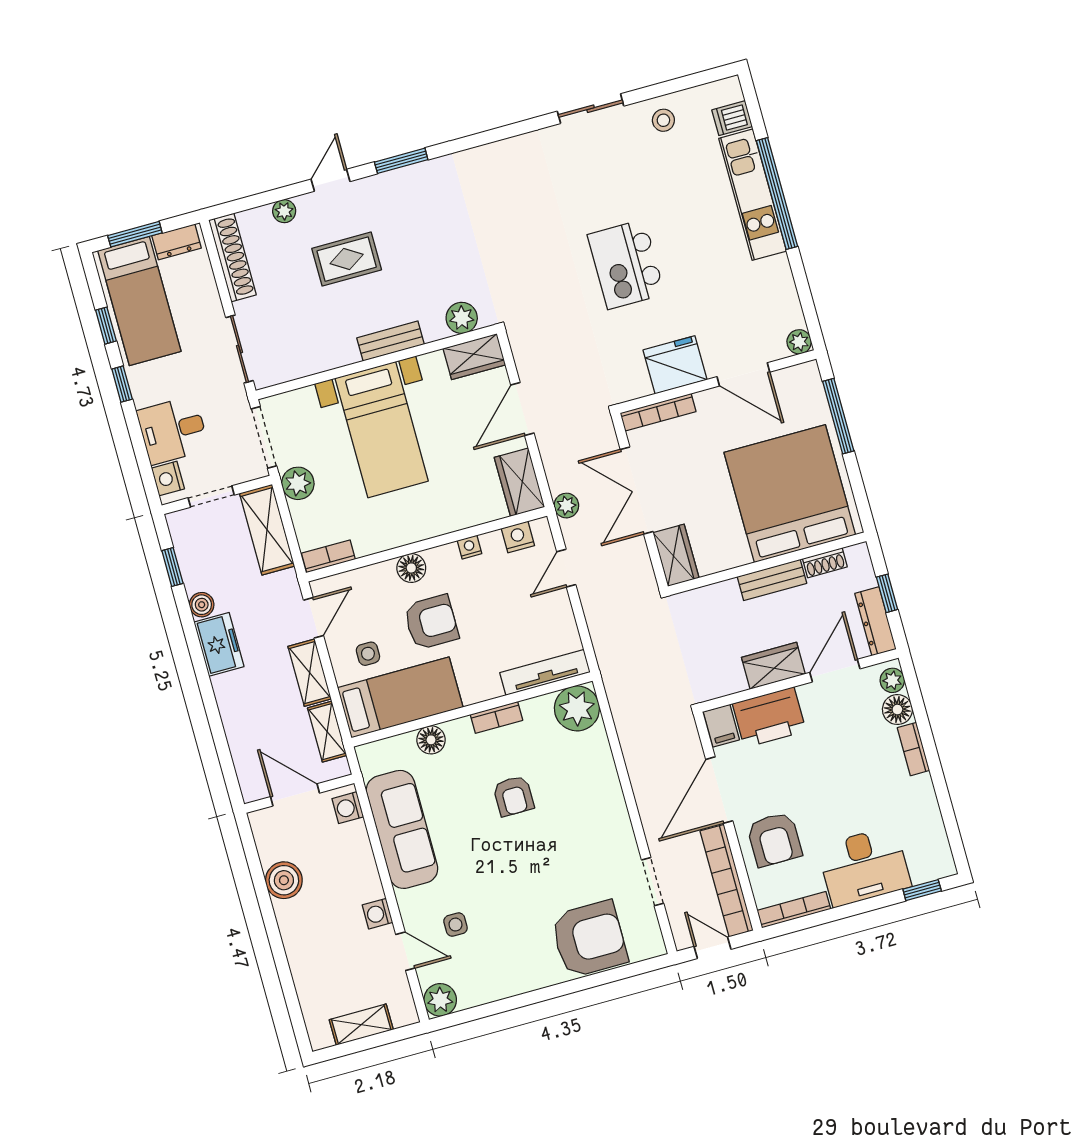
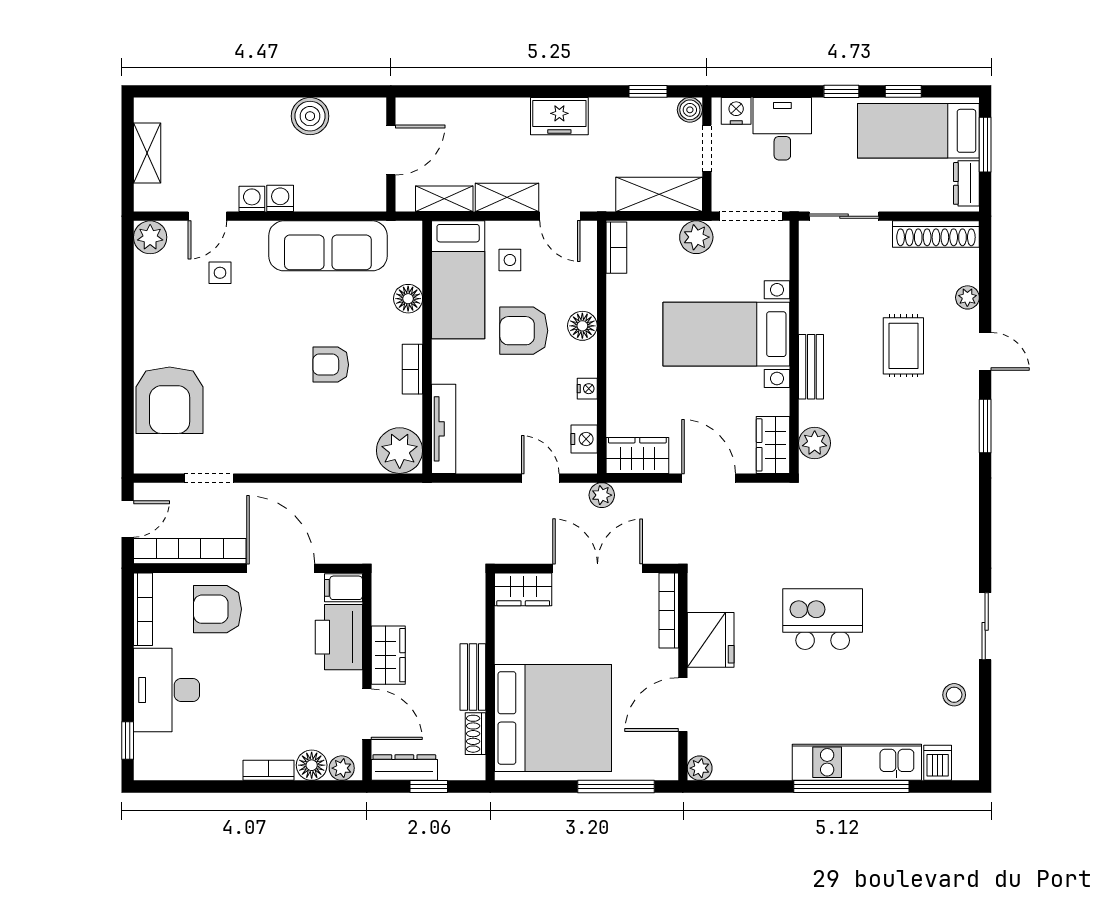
boiler: (202, 605) -> (690, 110), moved
armchair: (431, 622) -> (524, 331), turned 90
washing machine: (348, 808) -> (280, 198), moved

